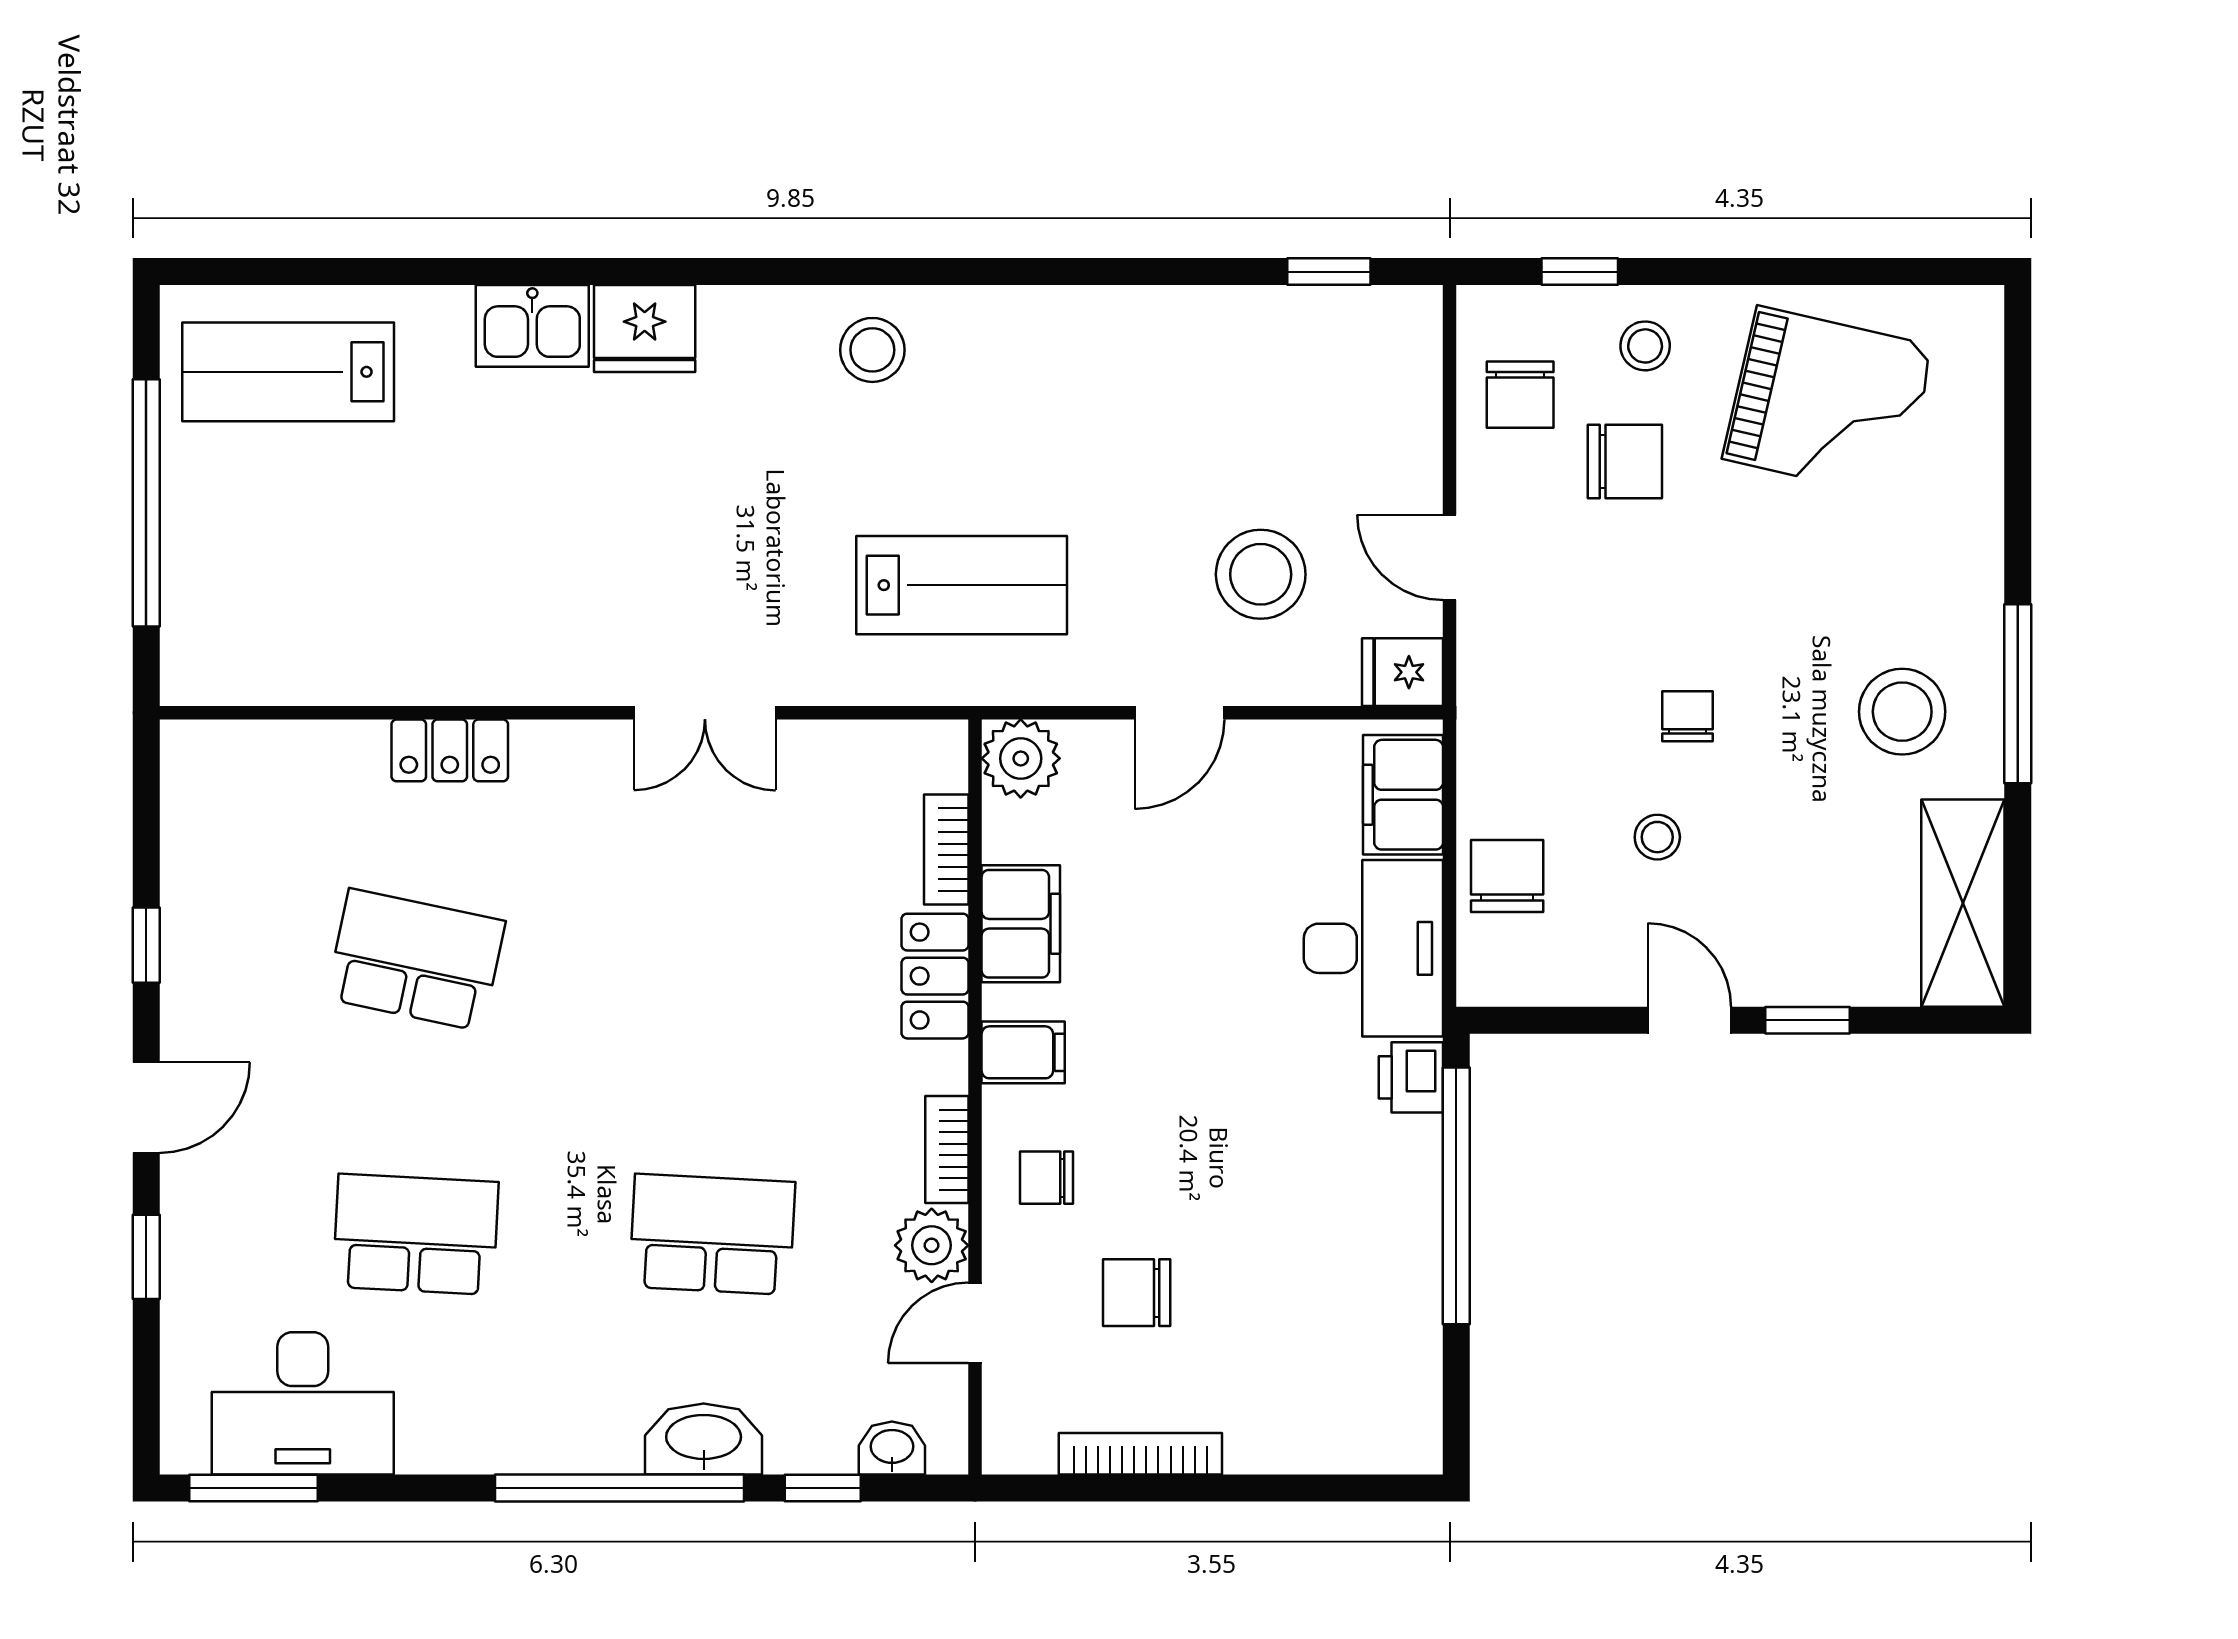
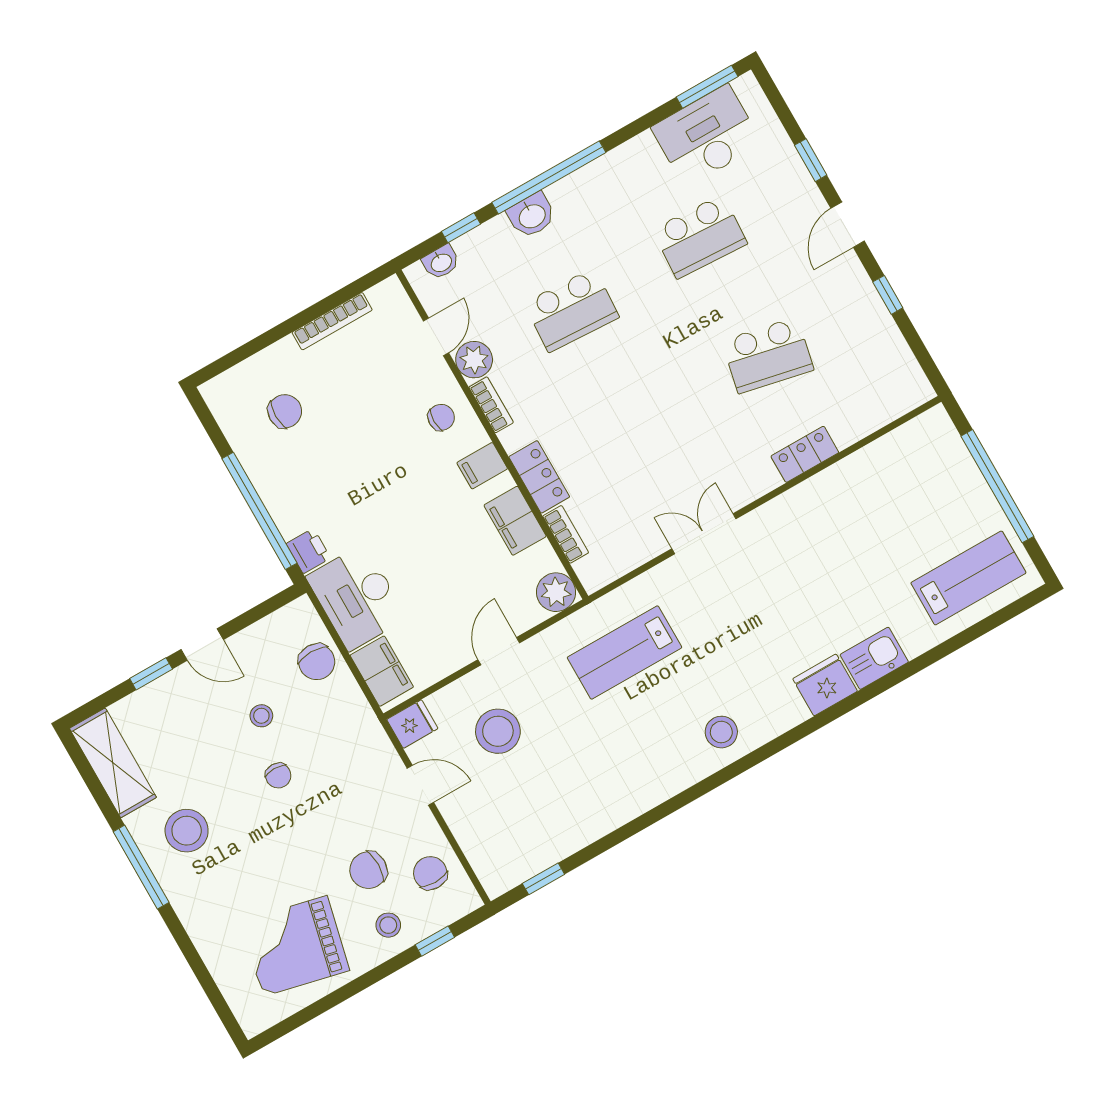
chair: (1137, 1293) -> (285, 411), moved
washbasin: (704, 1439) -> (532, 215), width x0.72

